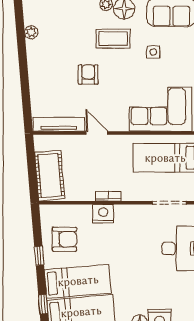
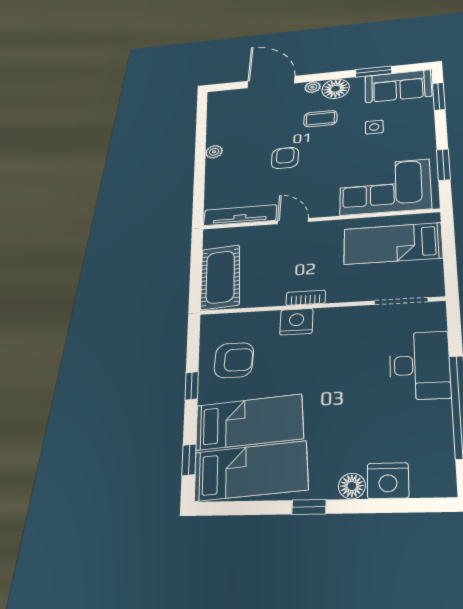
plant: (31, 32) -> (214, 152), moved
coffee table: (113, 39) -> (320, 119), width x0.73, depth x0.77

